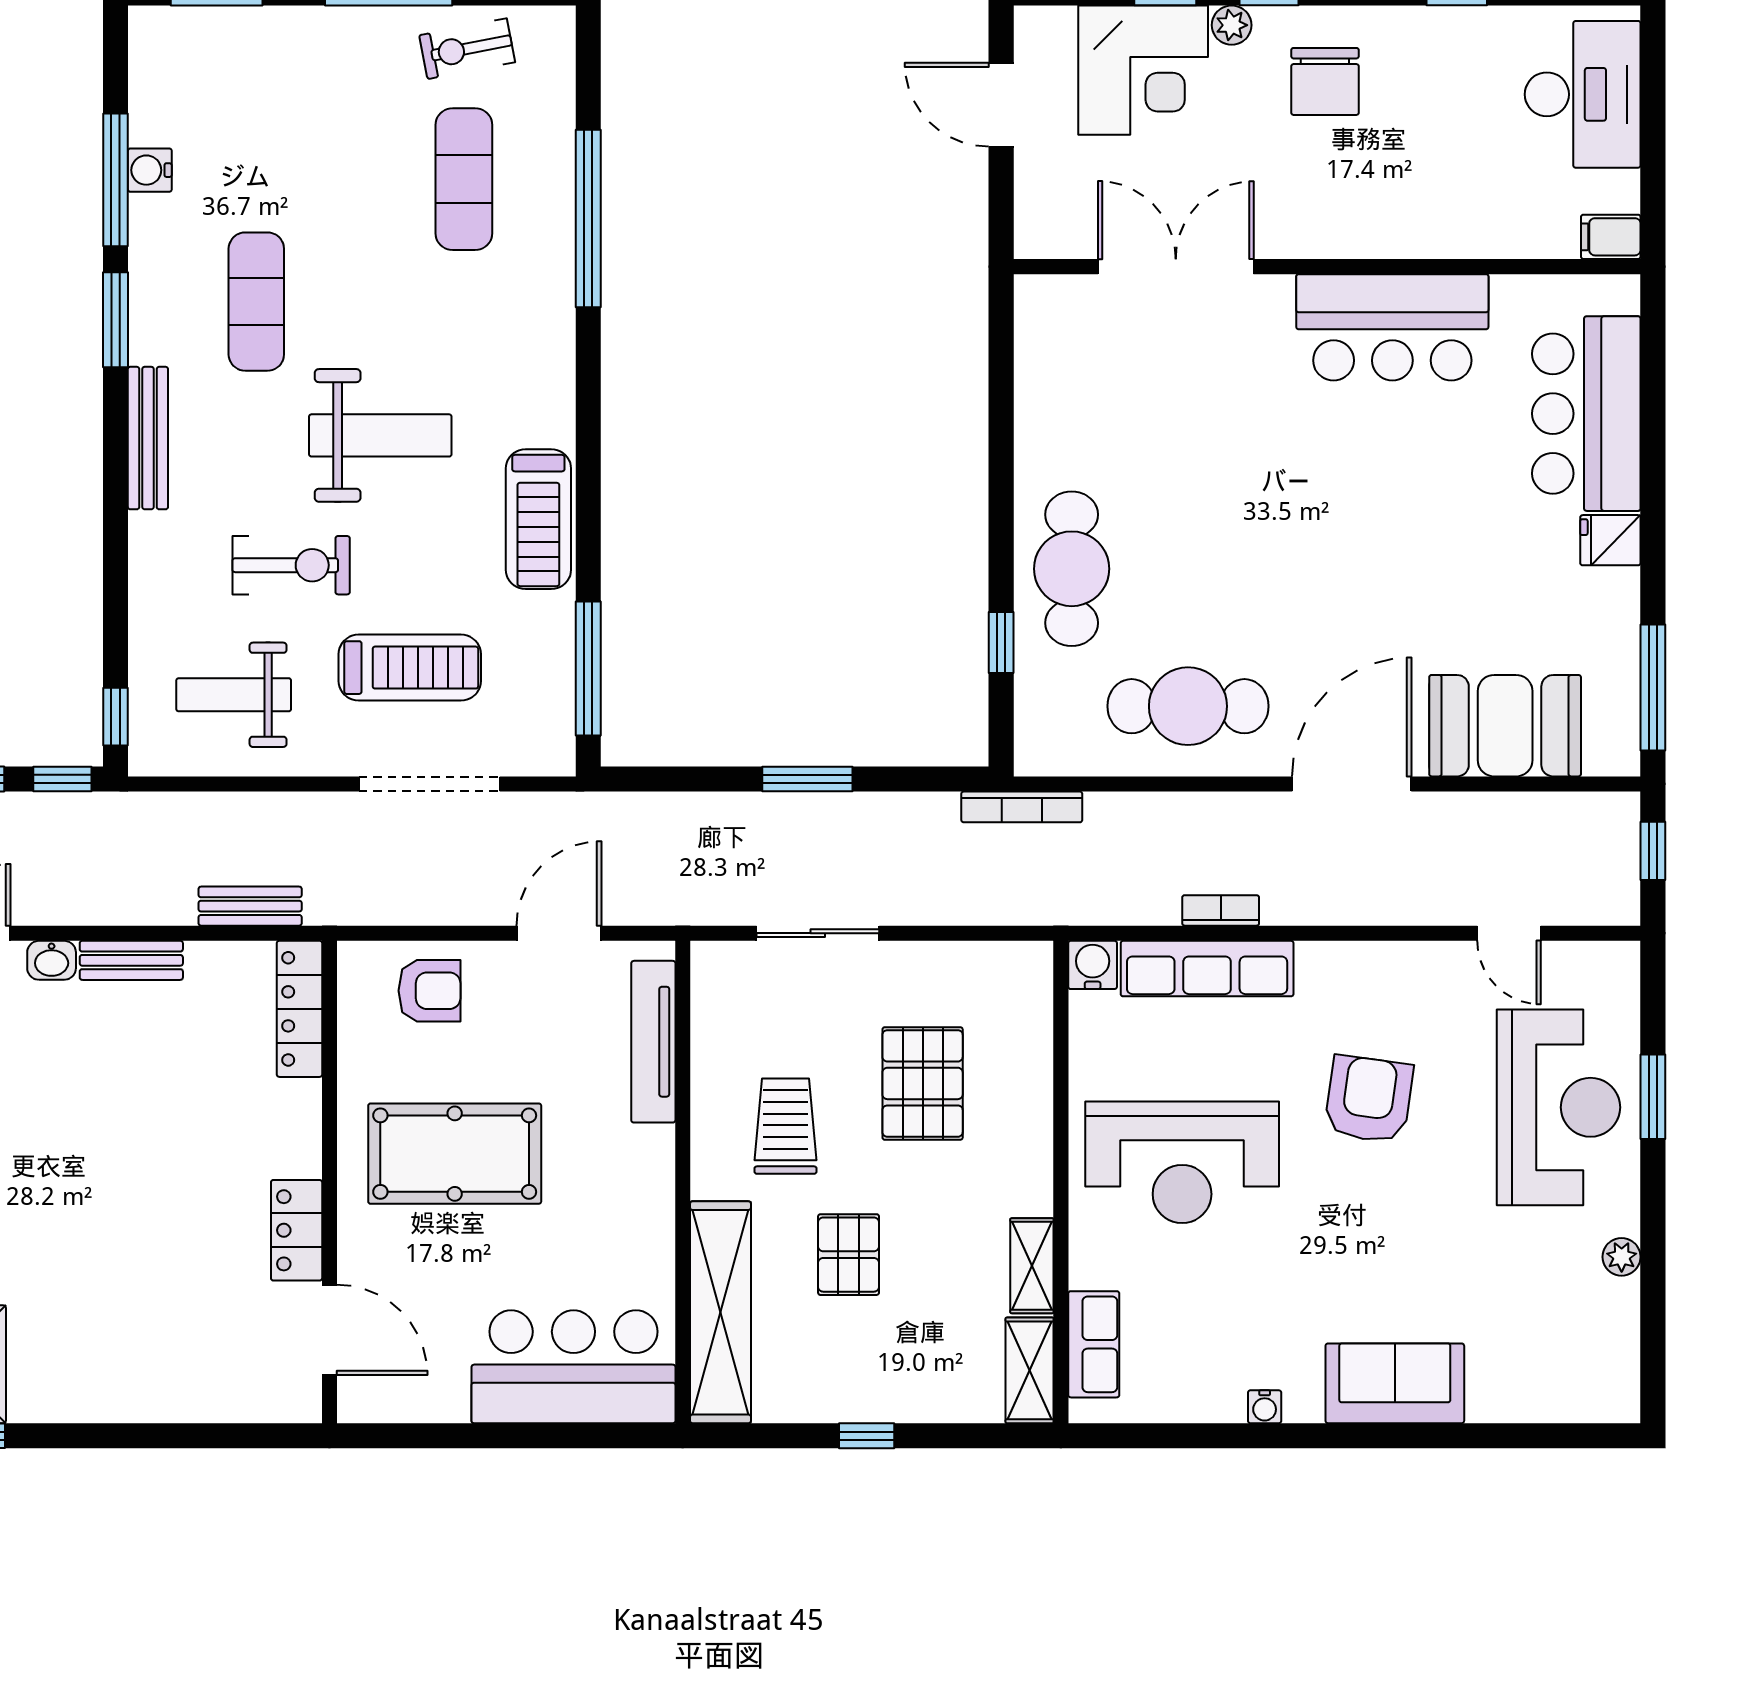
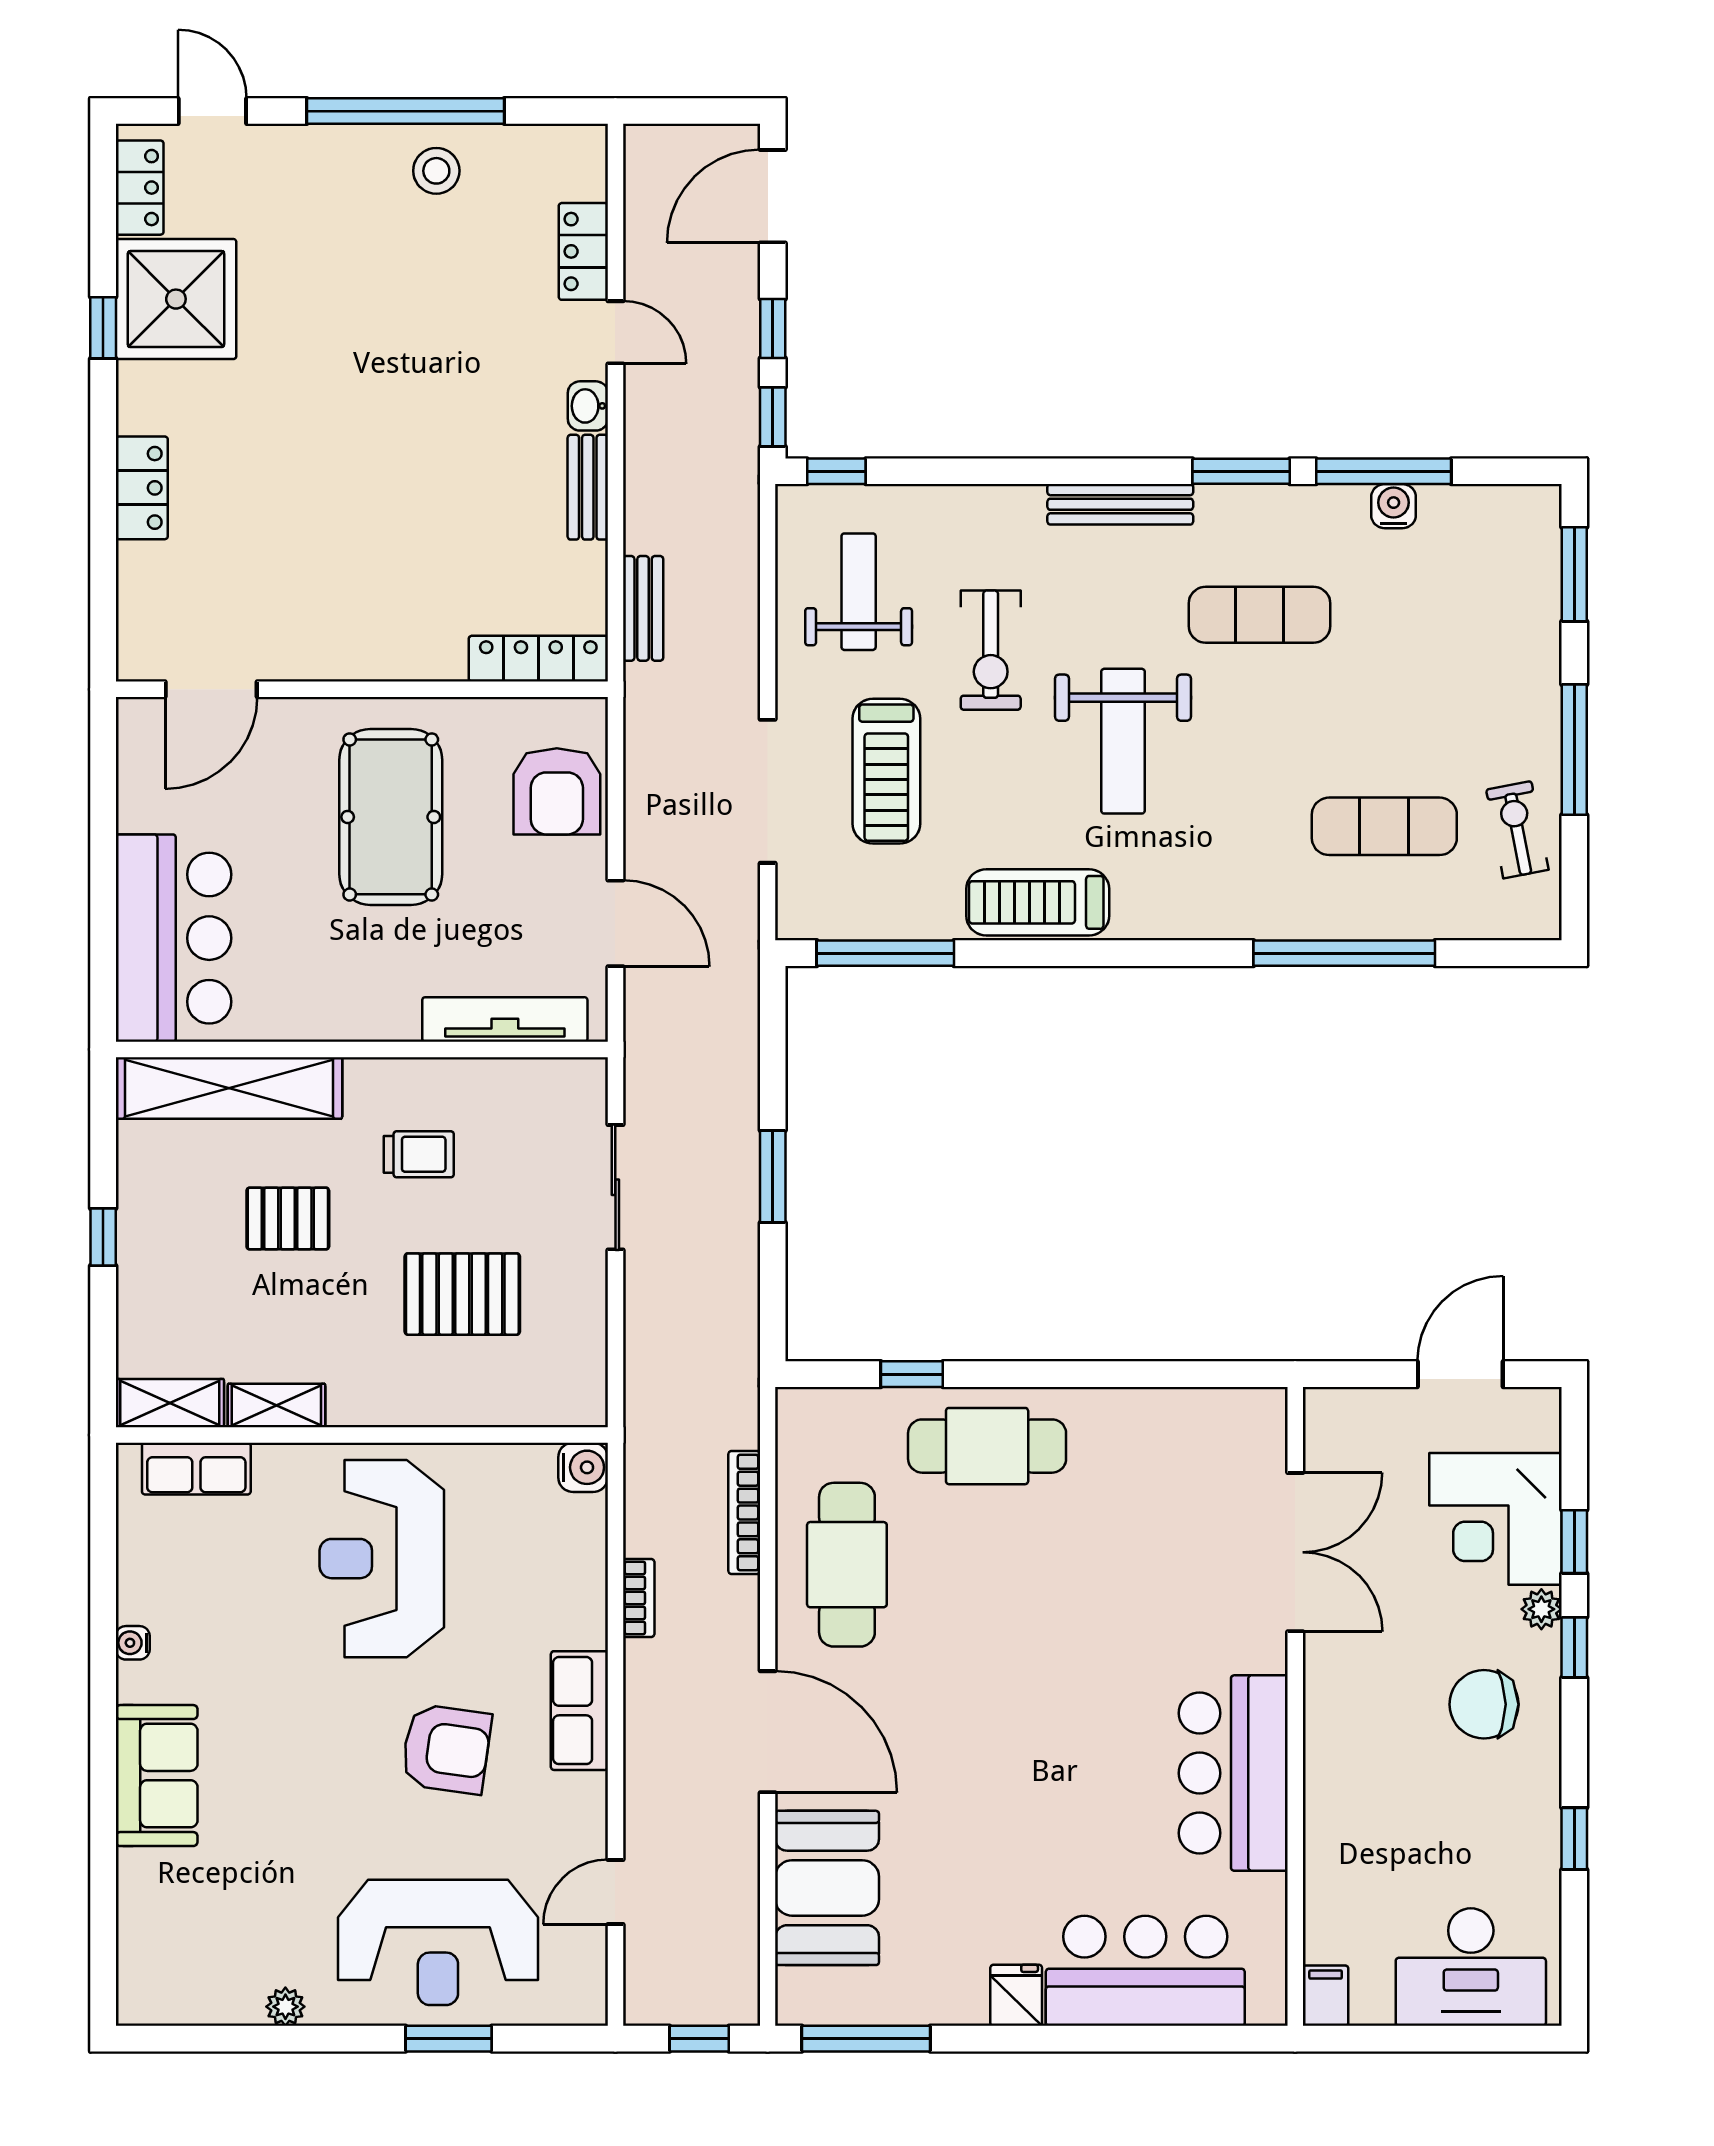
bookcase: (1022, 807) -> (744, 1512), moved
row of seats: (1207, 969) -> (579, 1711), moved, width x0.68
armchair: (430, 991) -> (557, 791), width x1.38, depth x1.38
trolley: (785, 1126) -> (419, 1154), width x0.73, depth x0.72
locker: (297, 1230) -> (142, 488), moved, turned 90

